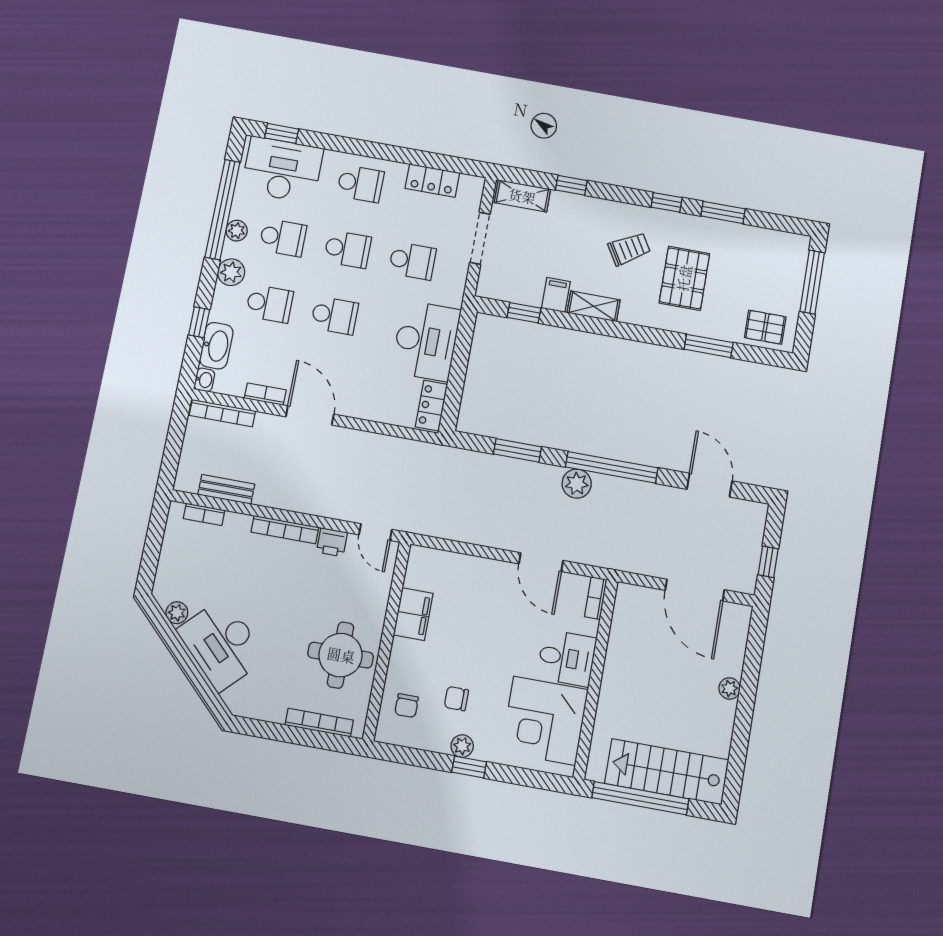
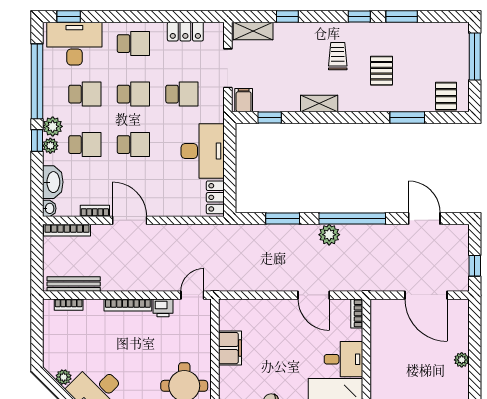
plant: (237, 231) -> (50, 146), moved
trolley: (629, 249) -> (338, 56), turned -59
pallet: (684, 278) -> (382, 71), width x0.67, depth x0.71
filing cabinet: (556, 295) -> (244, 100), moved
window: (199, 322) -> (37, 141), moved
pallet: (765, 327) -> (446, 96), turned 90
bench: (226, 489) -> (74, 284), width x1.36
door: (375, 532) -> (192, 295), swing flipped

